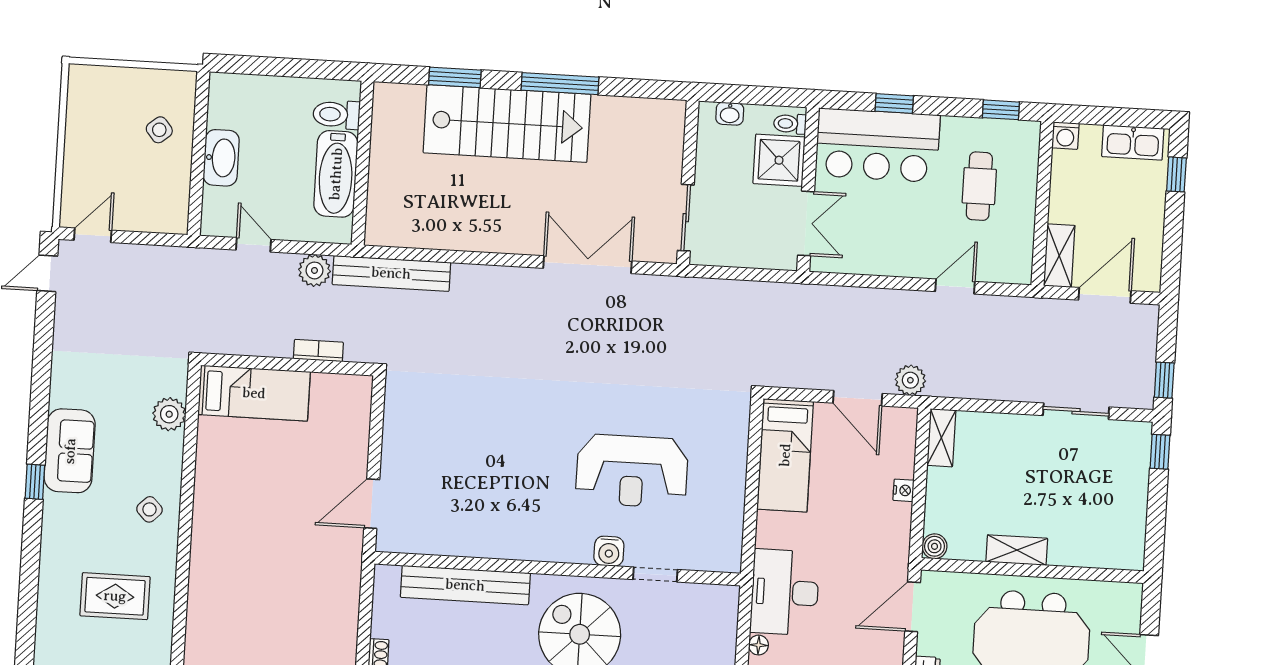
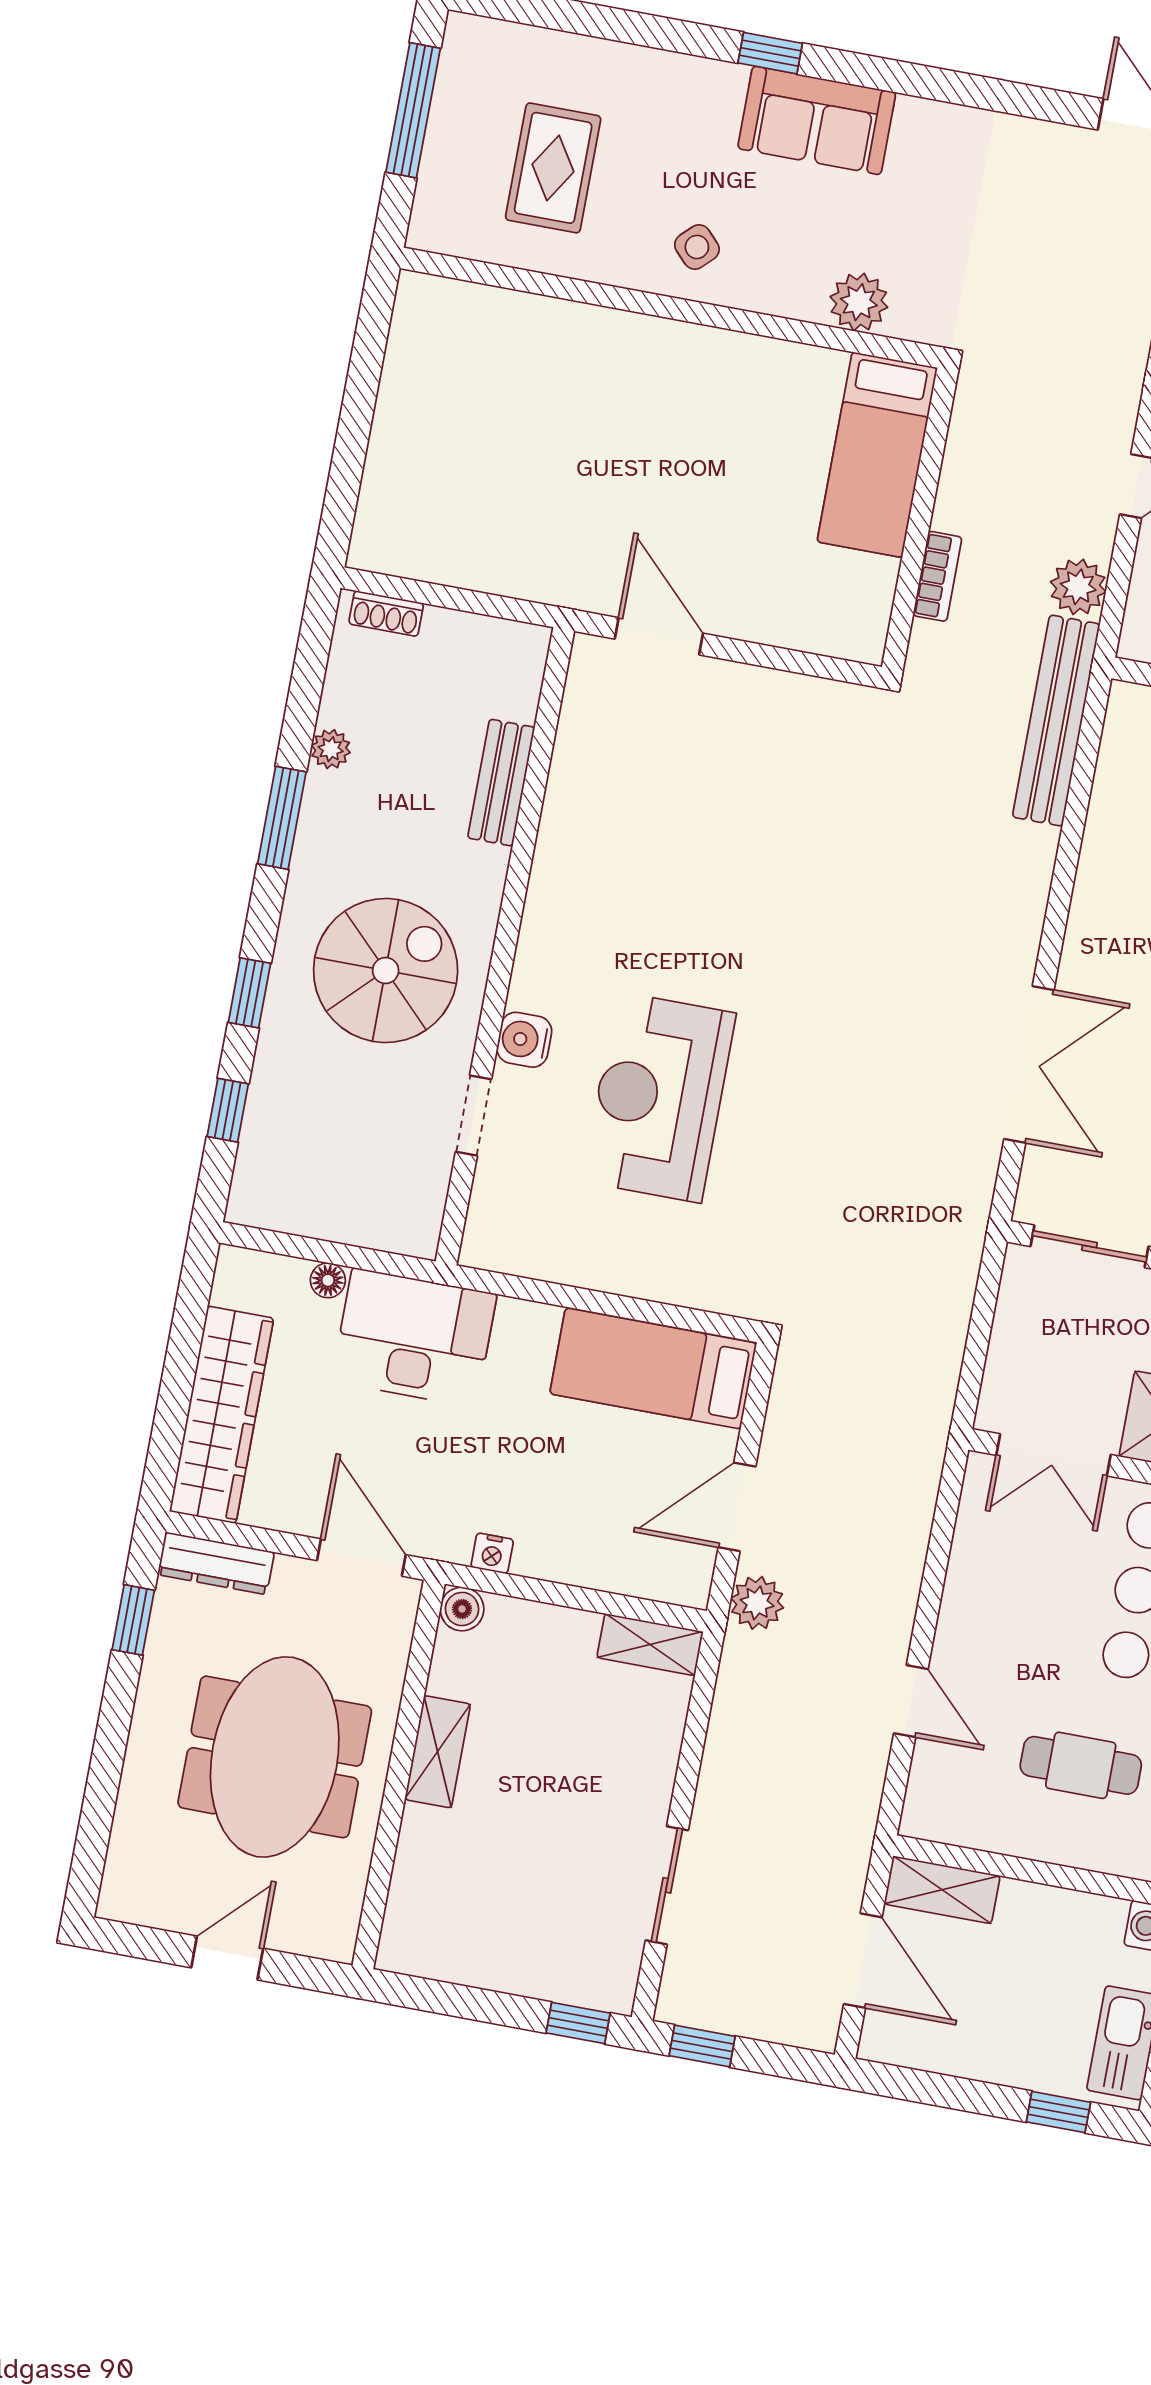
nightstand: (904, 490) -> (492, 1553), moved
bench: (465, 585) -> (501, 783), width x0.54, depth x0.82

